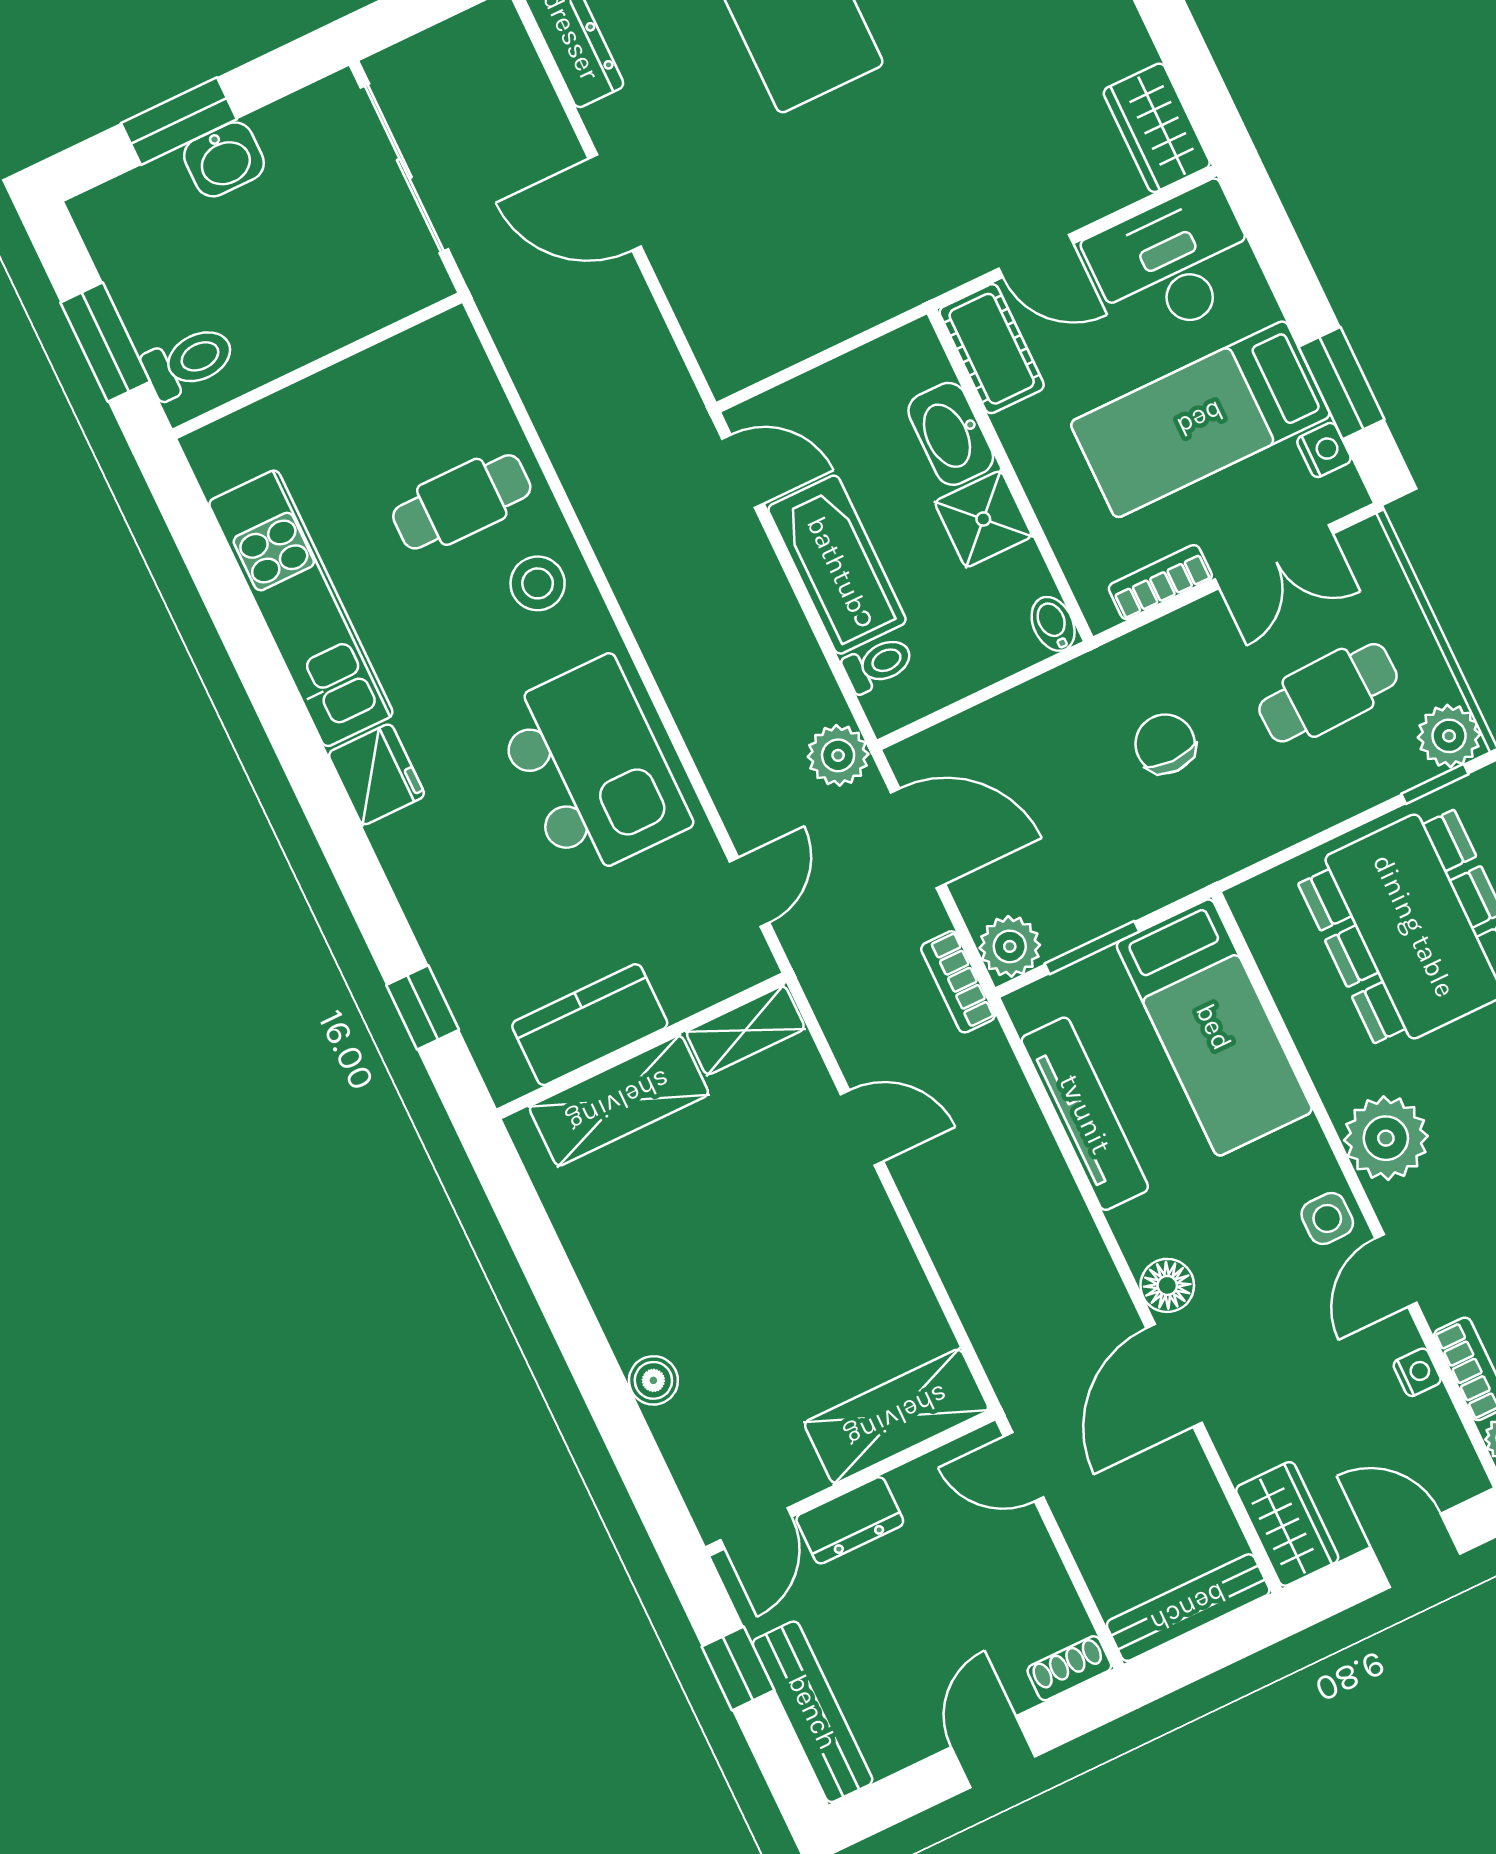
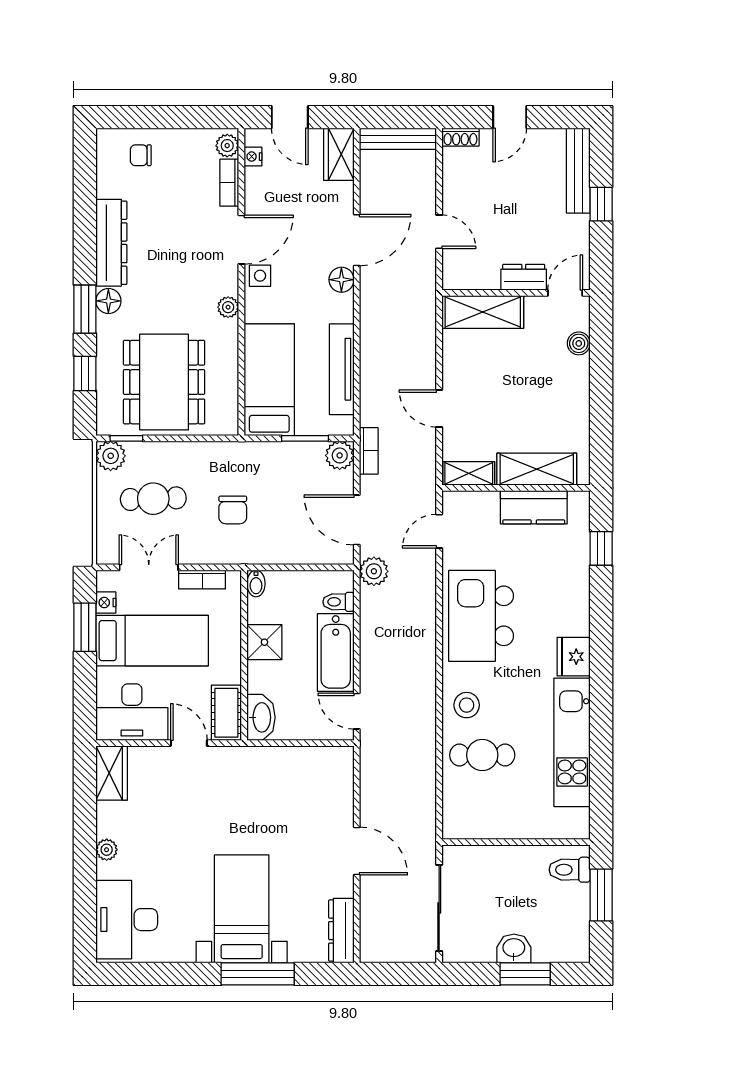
washbasin: (951, 434) -> (261, 717), moved
plant: (1386, 1138) -> (228, 307), width x0.53, depth x0.53
door: (1396, 1271) -> (241, 240), width x1.38
nightstand: (1417, 1372) -> (253, 157), moved
shelving: (897, 1416) -> (483, 312), moved
wall: (850, 1483) -> (516, 293), moved
dresser: (850, 1520) -> (524, 277), moved
door: (756, 1528) -> (565, 293), moved

